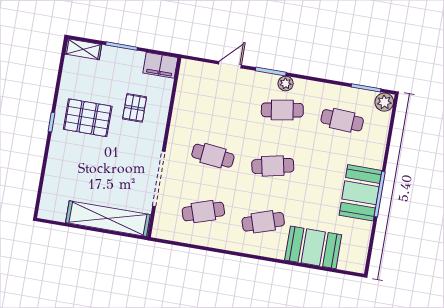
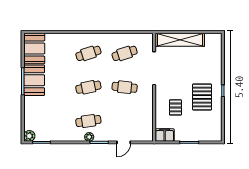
shelving: (83, 49) -> (211, 137), removed
pallet: (88, 118) -> (202, 97), turned 90
cafe table: (342, 120) -> (52, 121), removed
booth: (313, 247) -> (34, 49), moved, turned 90

